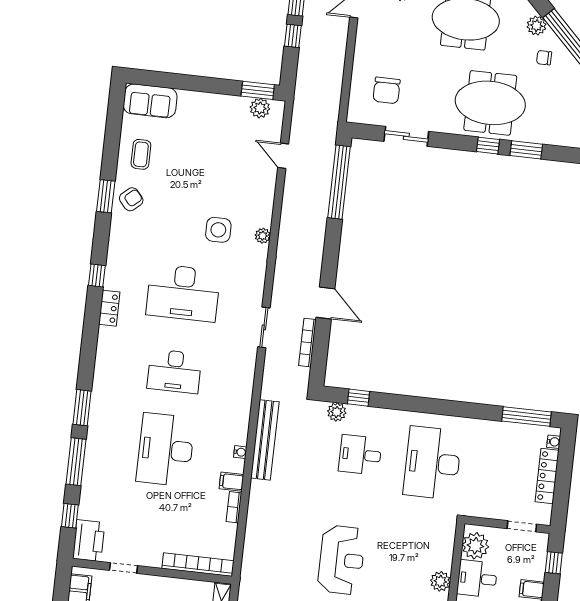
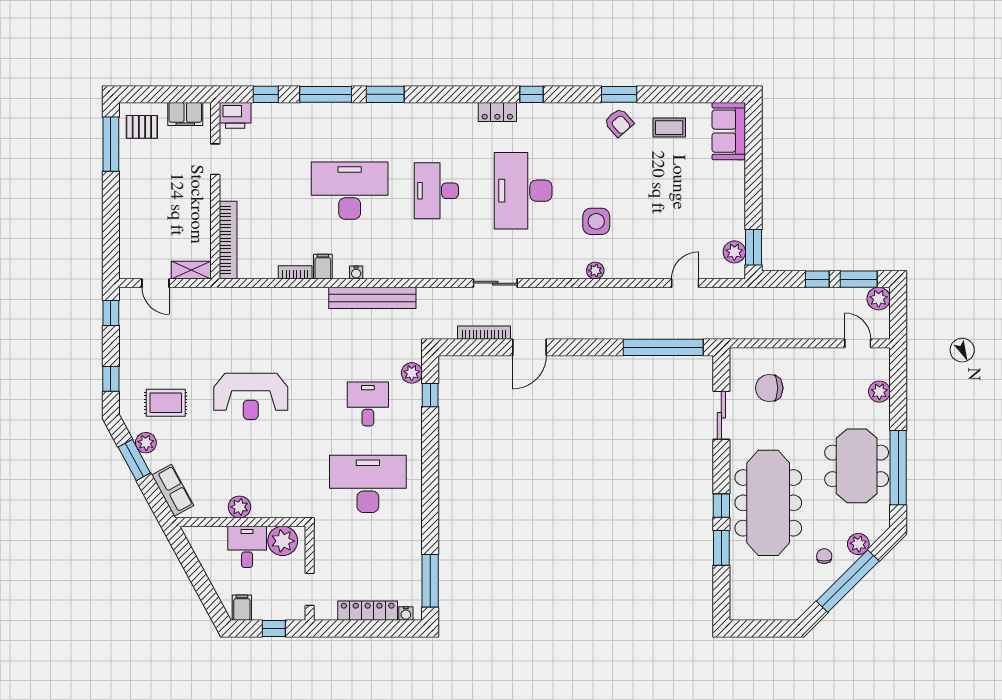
meeting table: (490, 103) -> (768, 503), width x1.36
printer: (89, 541) -> (235, 115), width x0.73, depth x0.84

